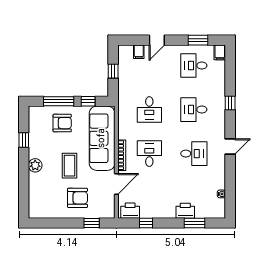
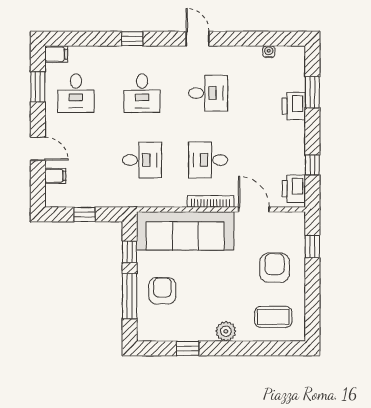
desk: (194, 154) -> (208, 93), turned 90
coffee table: (69, 166) -> (273, 317), moved

